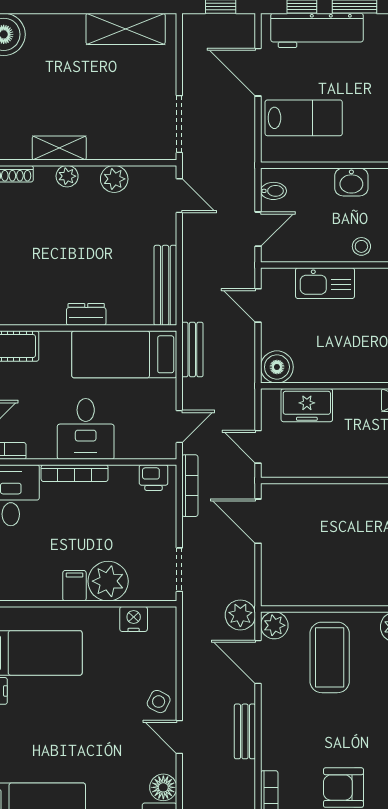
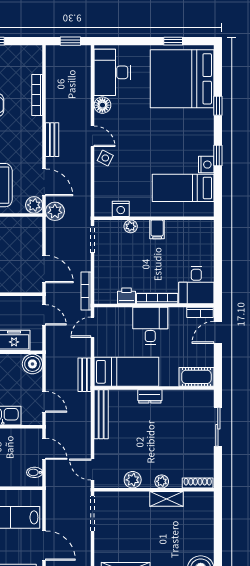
door: (258, 229) -> (44, 449), swing flipped
printer: (154, 478) -> (126, 296), moved
plant: (108, 581) -> (131, 226), width x0.53, depth x0.53

